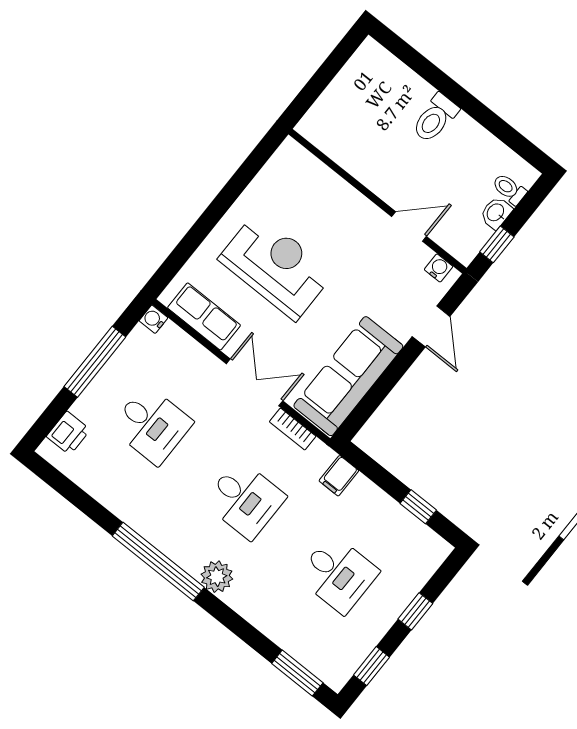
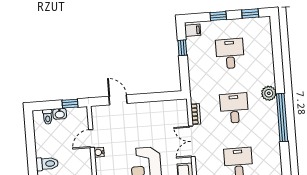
door: (409, 226) -> (91, 139), hinge flipped
water cooler: (439, 268) -> (99, 152), moved
door: (431, 326) -> (118, 100), hinge flipped
sofa: (348, 376) -> (161, 112), removed
filing cabinet: (339, 476) -> (193, 30), moved
window: (297, 673) -> (276, 36), removed

